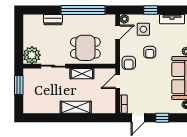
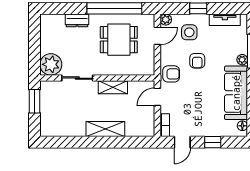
dining table: (85, 48) -> (119, 40), moved
armchair: (129, 63) -> (171, 74), turned -90

